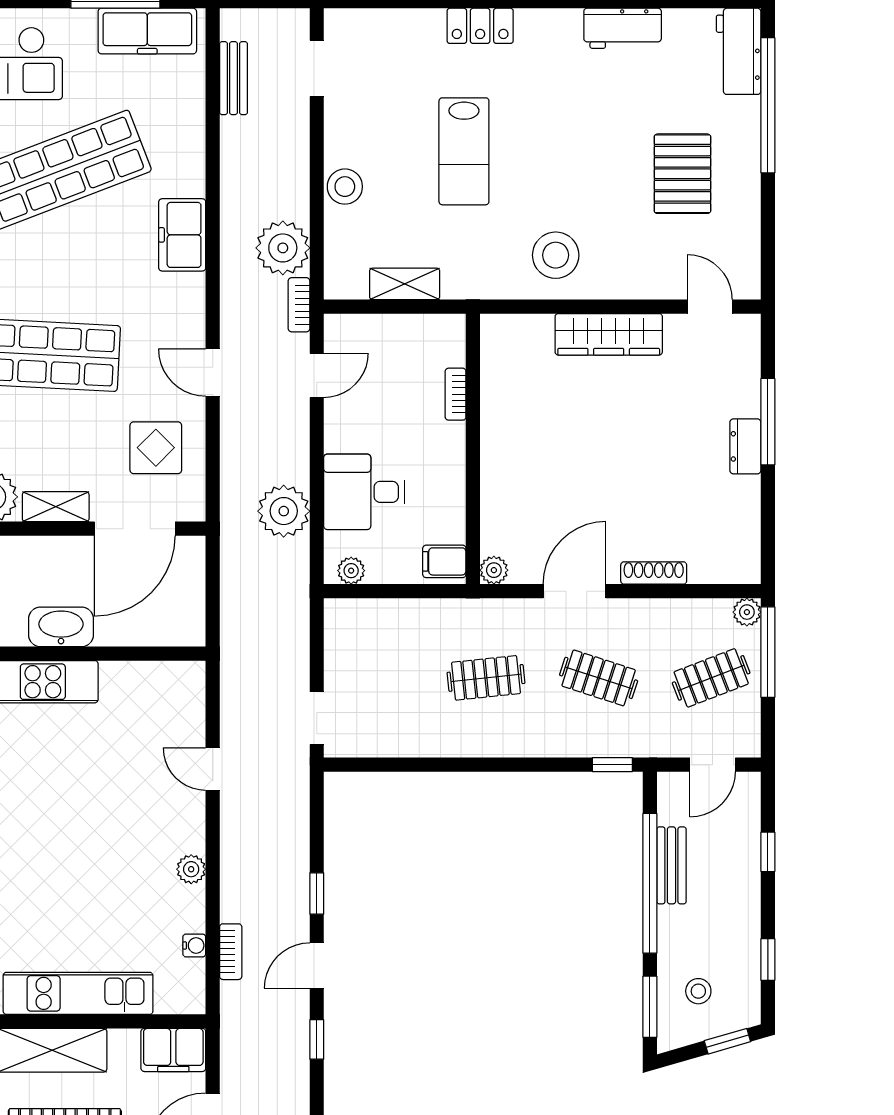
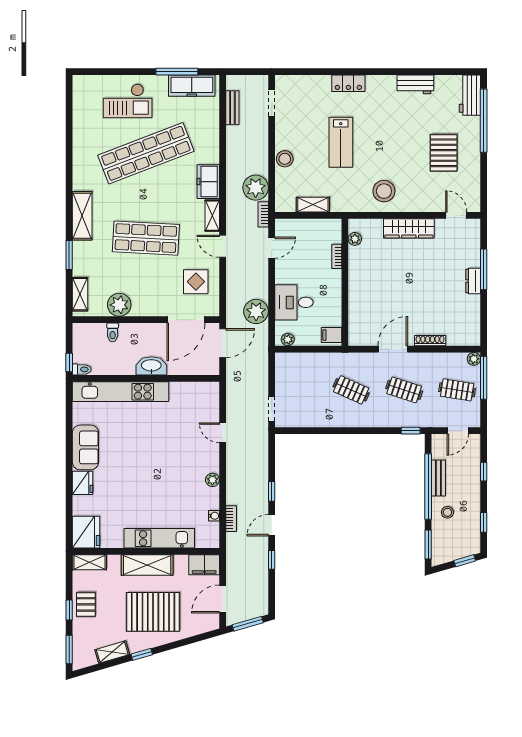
shelving: (56, 507) -> (212, 216), moved, turned 90
plant: (494, 570) -> (355, 239), moved
door: (213, 579) -> (223, 343), added
clothes rail: (486, 678) -> (351, 390), turned 30
clothes rail: (711, 678) -> (457, 390), turned 30
stool: (698, 991) -> (447, 512), moved

